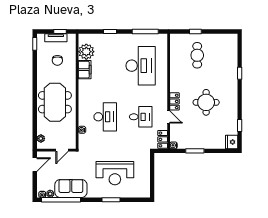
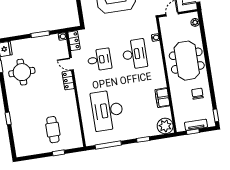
plant: (86, 52) -> (165, 126), moved
chair: (57, 60) -> (197, 94), moved
round table: (206, 102) -> (22, 72), moved
desk: (105, 117) -> (135, 54), turned 180
desk: (141, 117) -> (99, 60), turned 180

